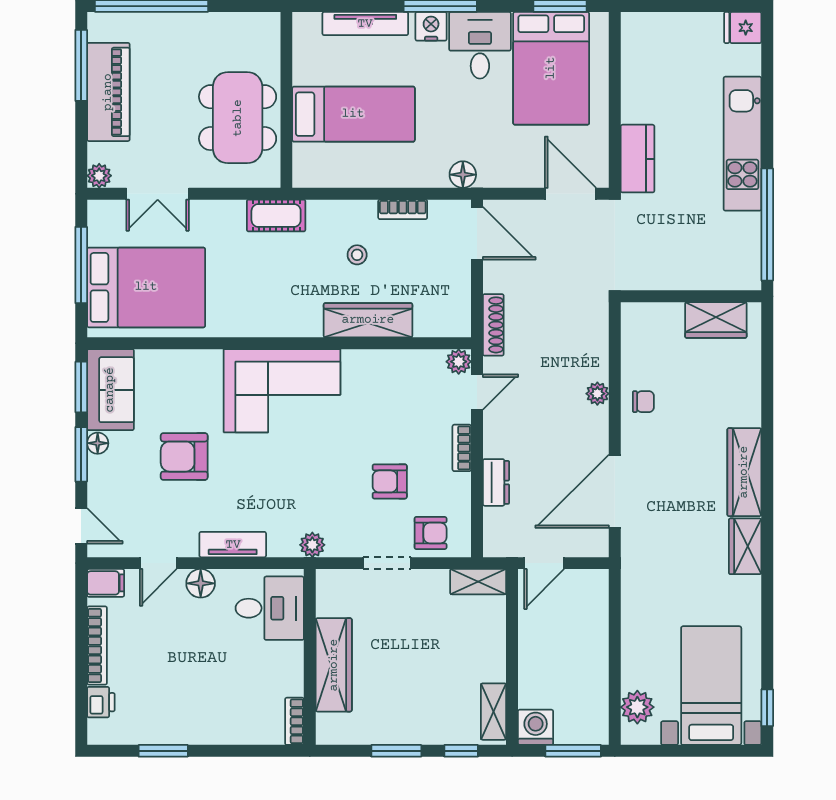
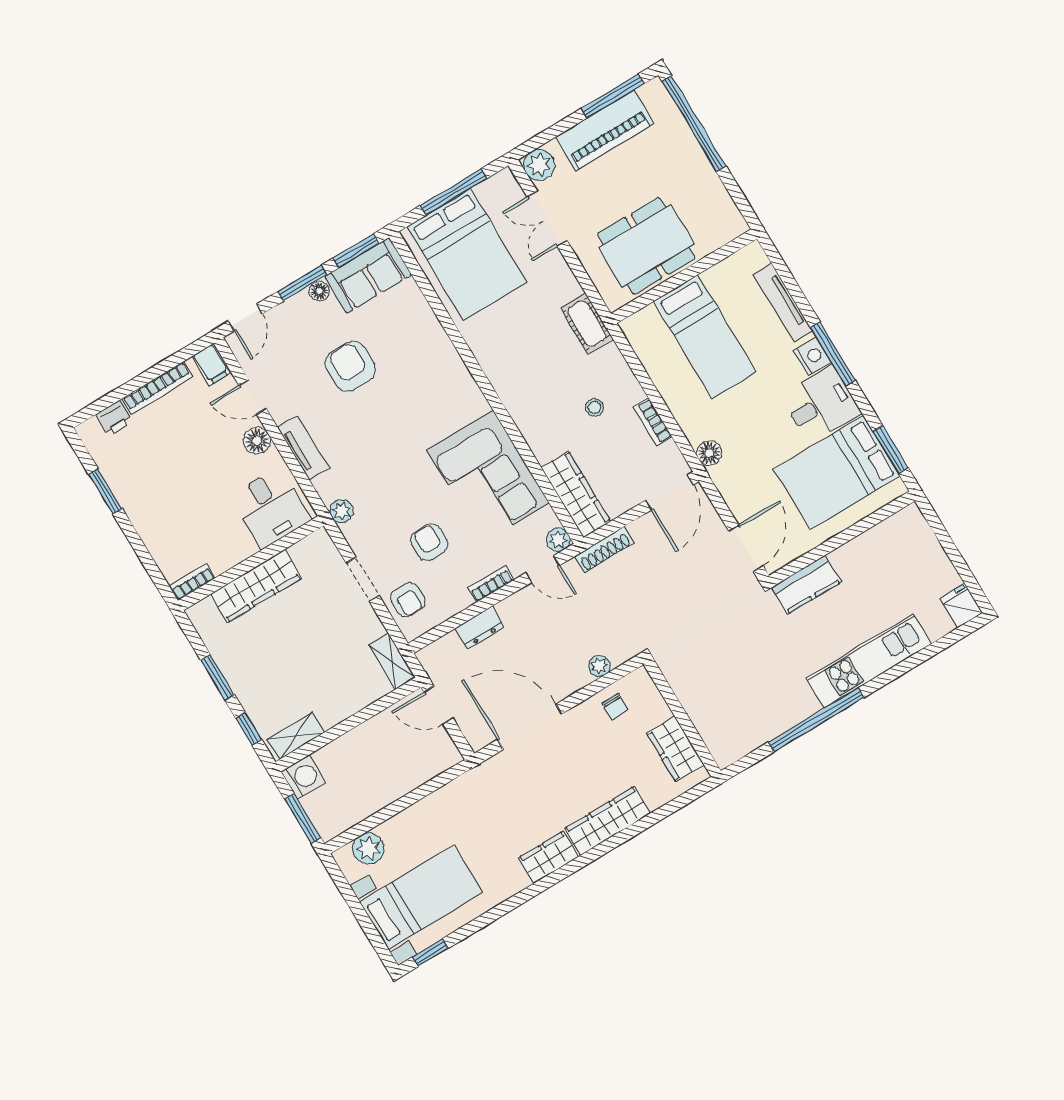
plant: (99, 176) -> (539, 165), width x1.38, depth x1.38
wall: (691, 296) -> (682, 718), moved
wardrobe: (368, 320) -> (576, 494), moved
wardrobe: (716, 320) -> (675, 749), moved
corner sofa: (282, 391) -> (488, 476), moved

